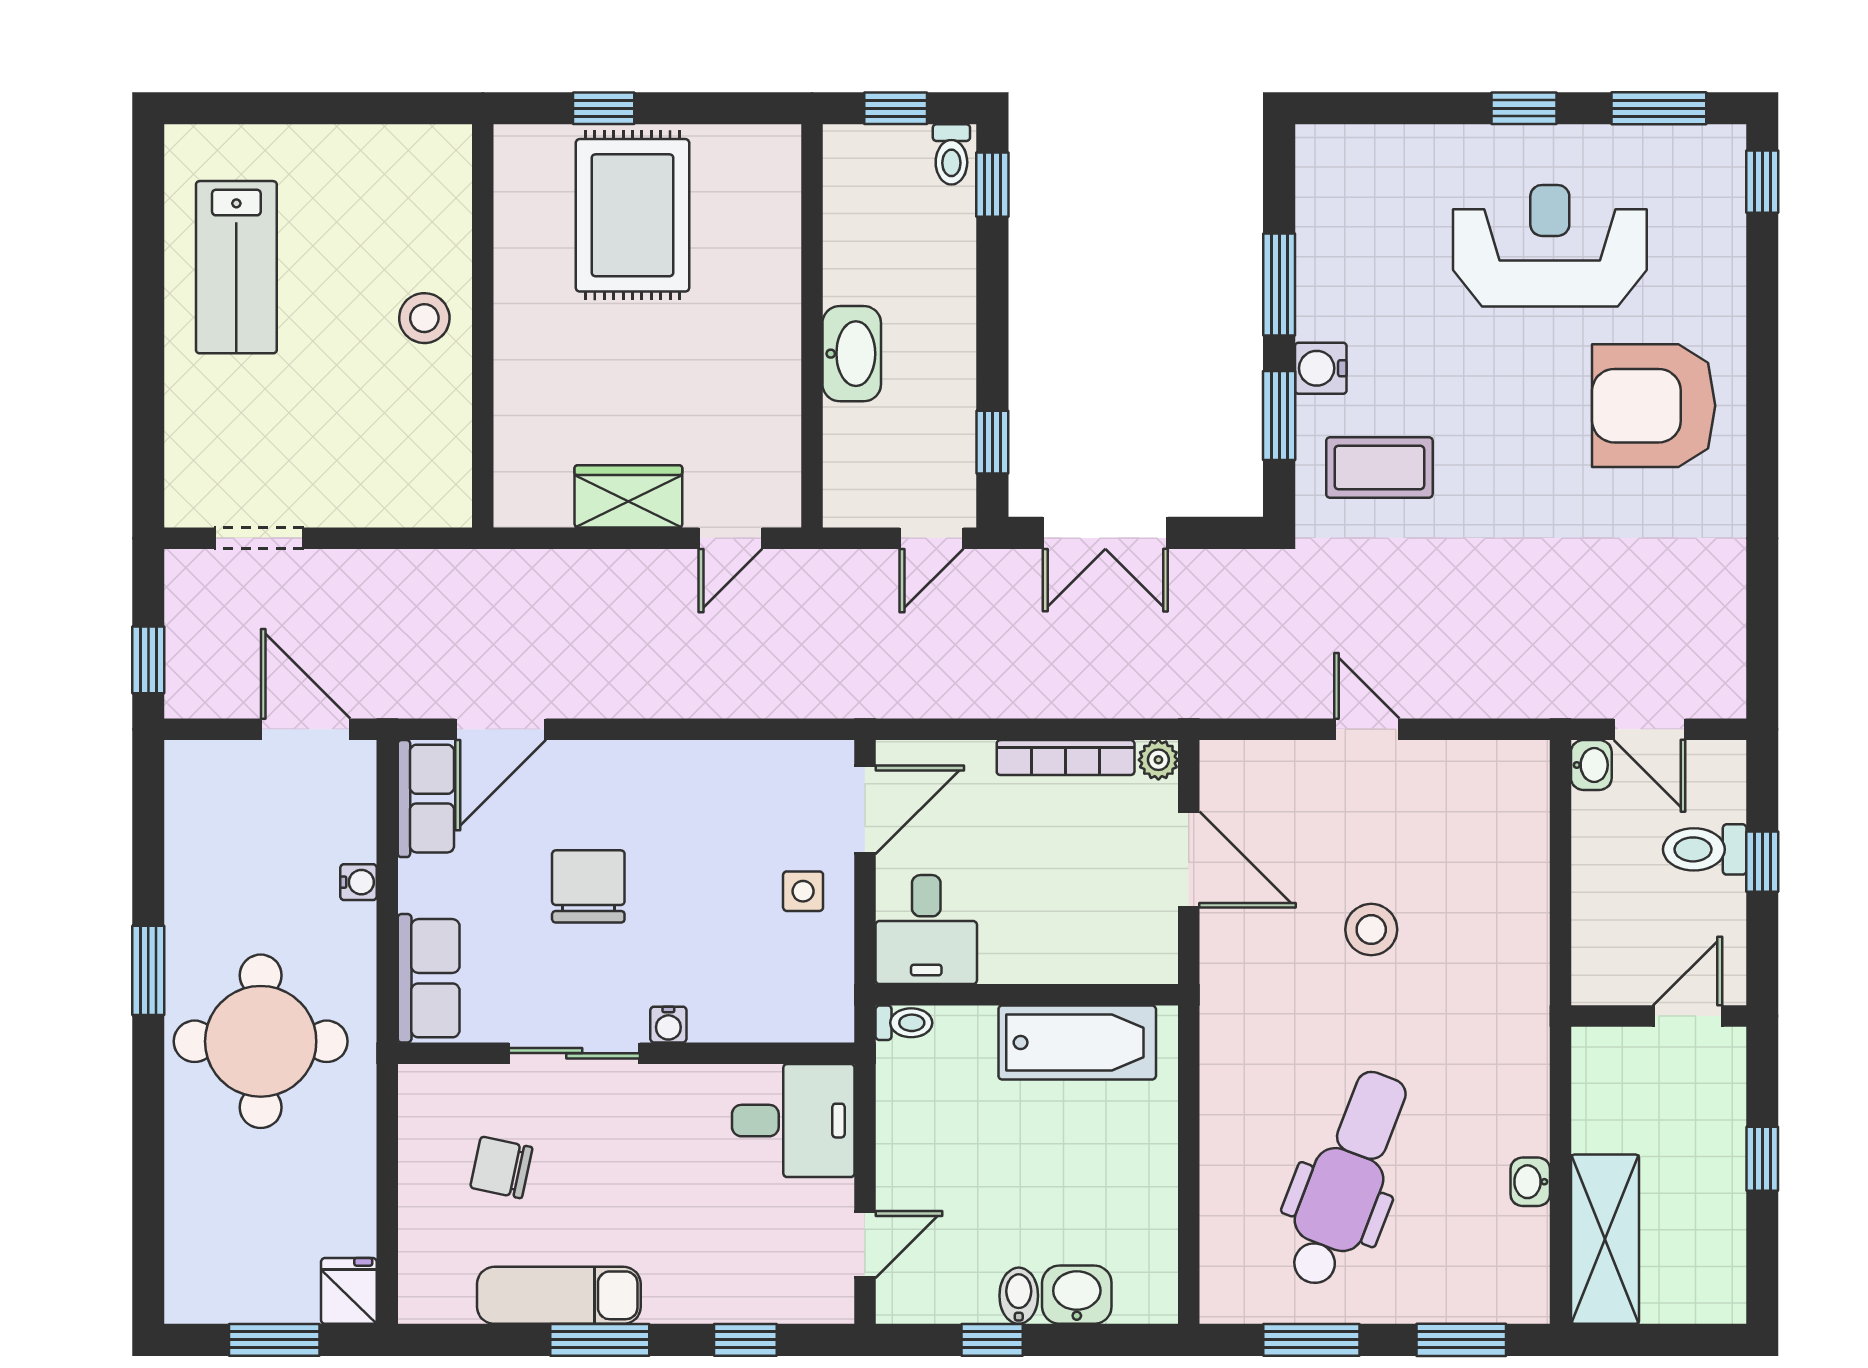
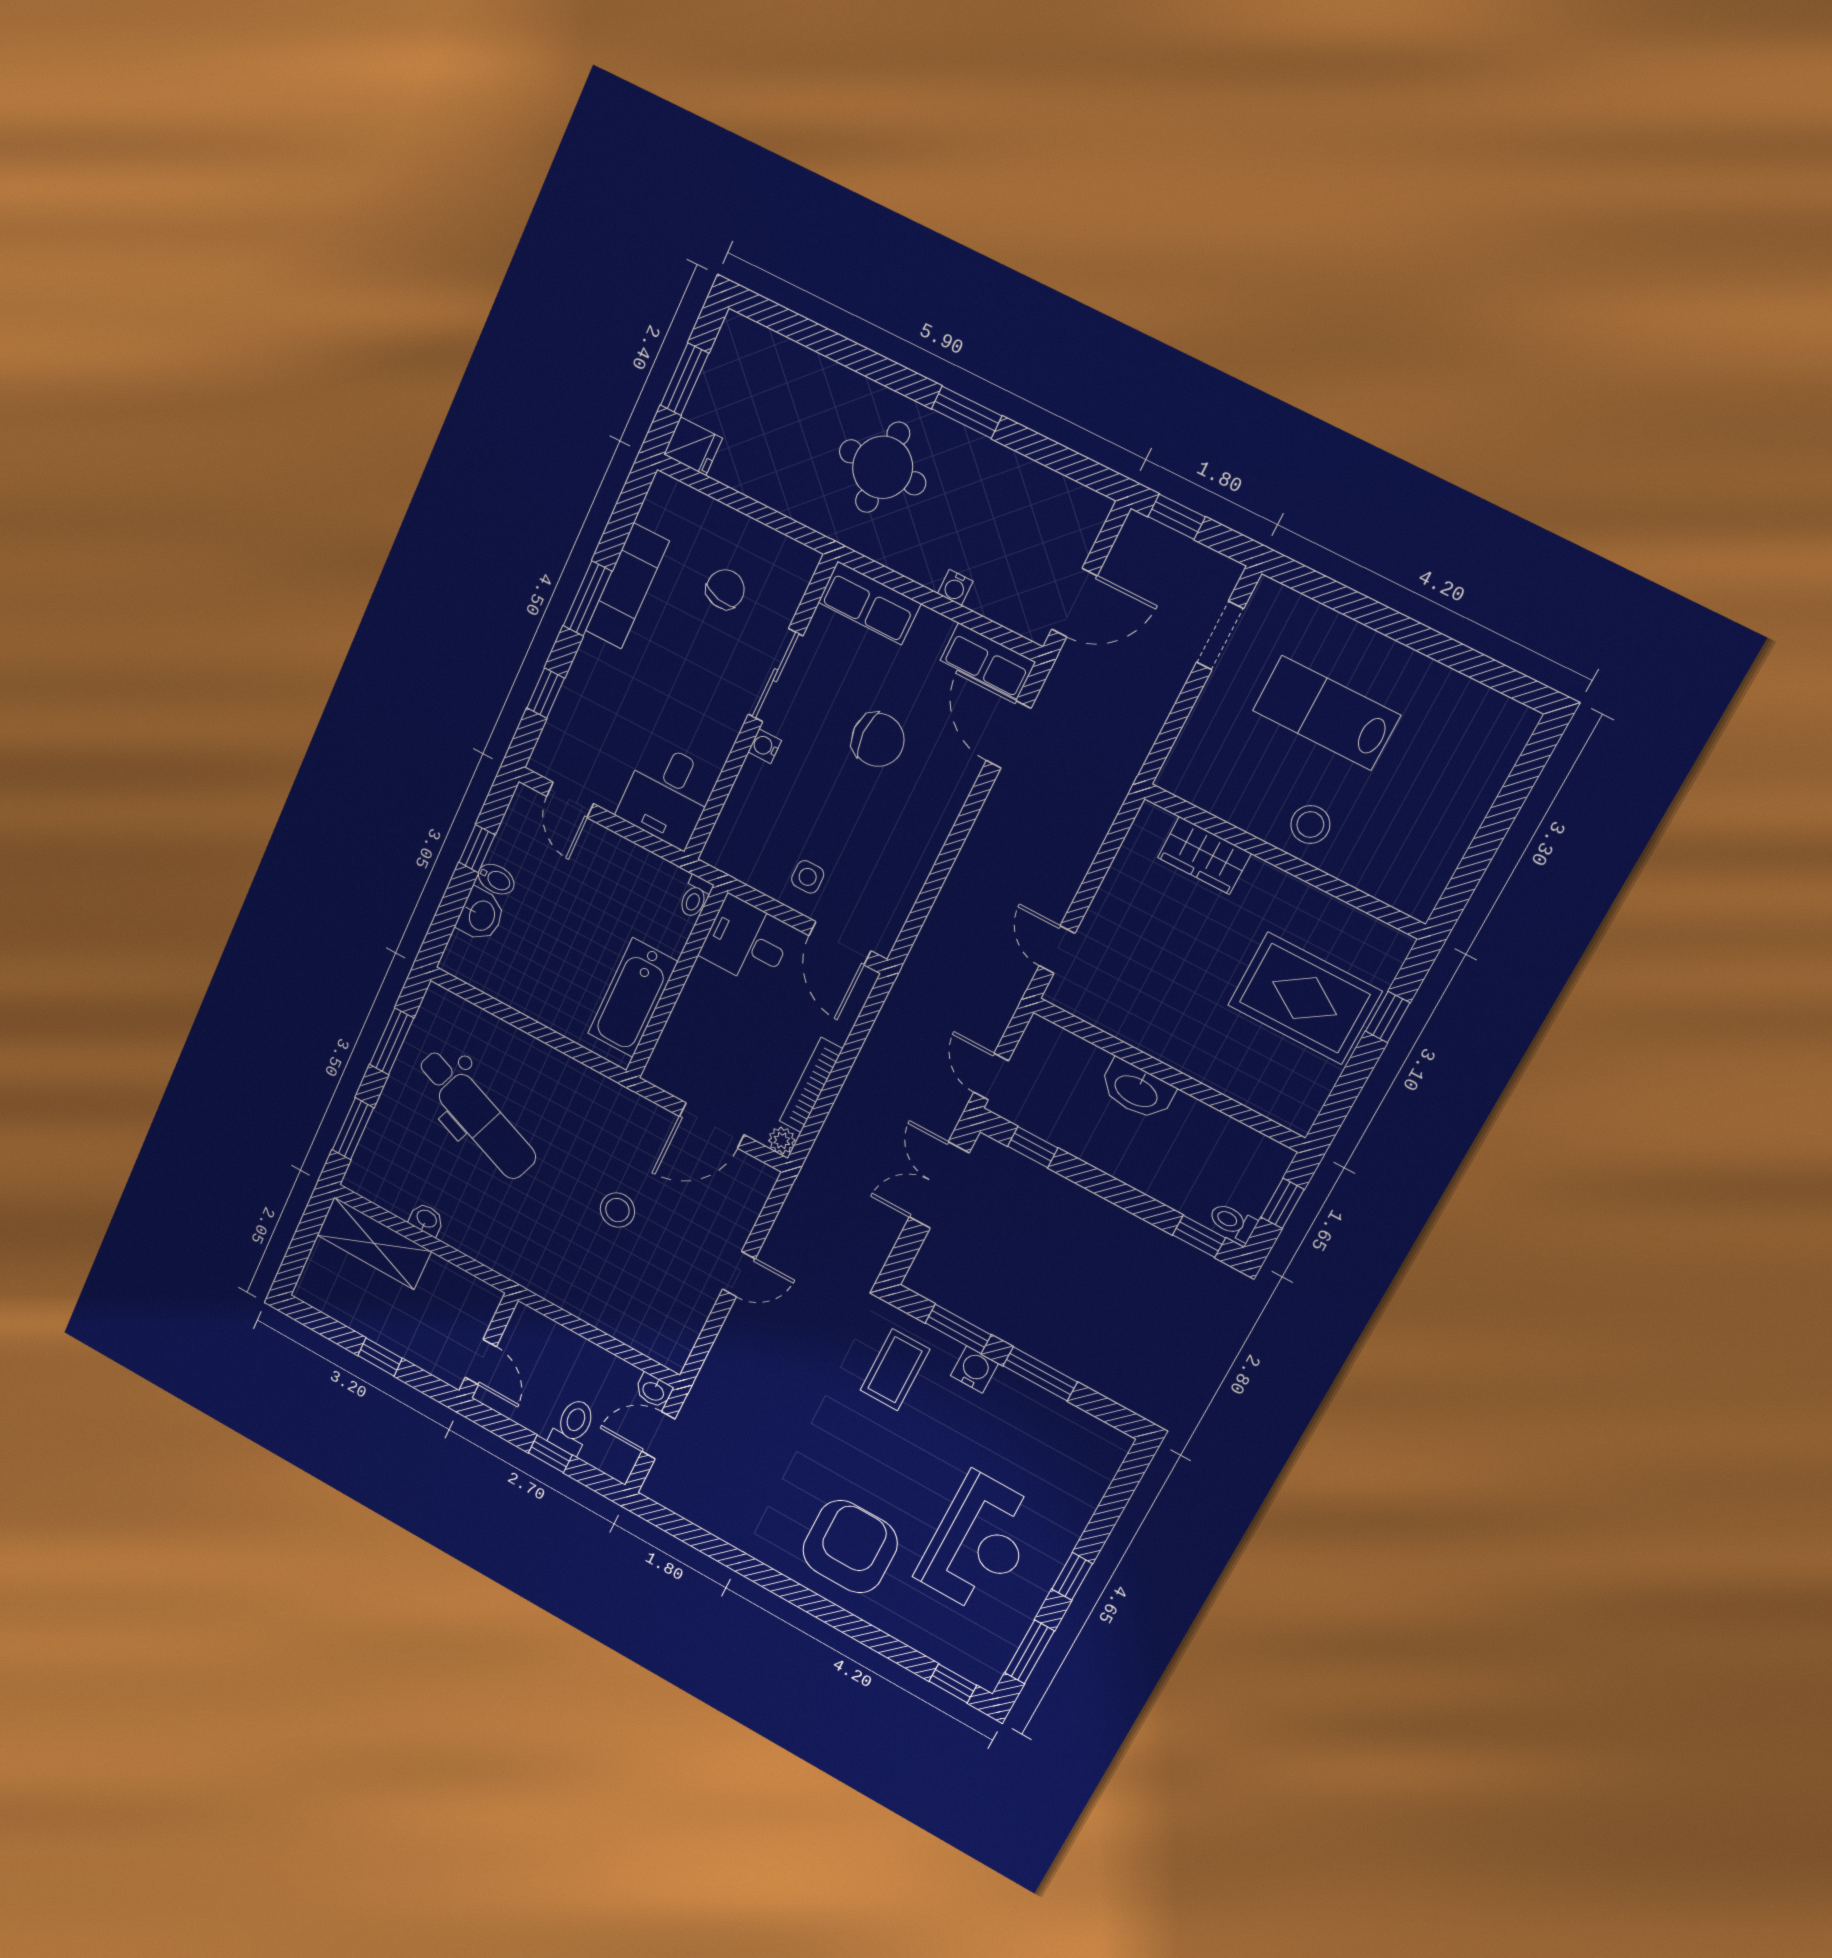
lab bench: (236, 267) -> (1326, 713), moved
wardrobe: (628, 496) -> (1204, 855), moved, turned 90
round table: (261, 1041) -> (883, 467), width x0.73, depth x0.73

